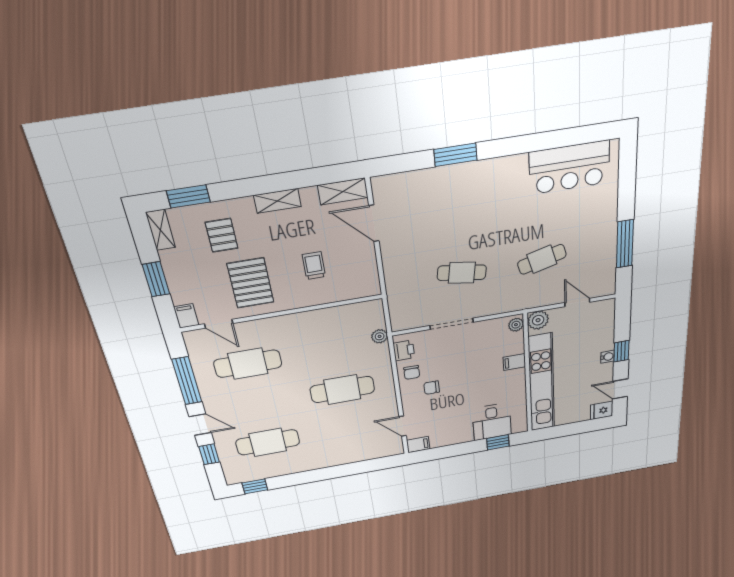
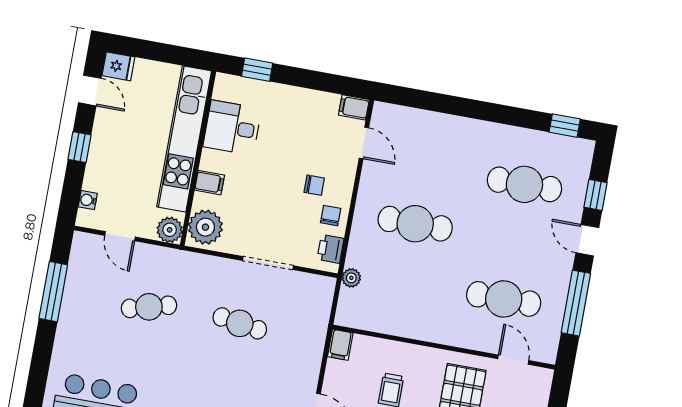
filing cabinet: (186, 316) -> (340, 345), moved
plant: (516, 325) -> (205, 227), width x1.88, depth x1.88
water cooler: (607, 357) -> (88, 200), moved
desk: (492, 422) -> (232, 128), moved, turned -90

